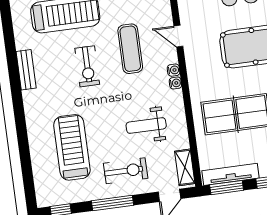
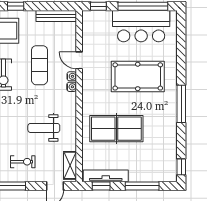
water cooler: (175, 83) -> (72, 76), moved
exercise bike: (126, 171) -> (23, 162), width x0.73, depth x0.72
window: (227, 188) -> (101, 186), width x0.67

